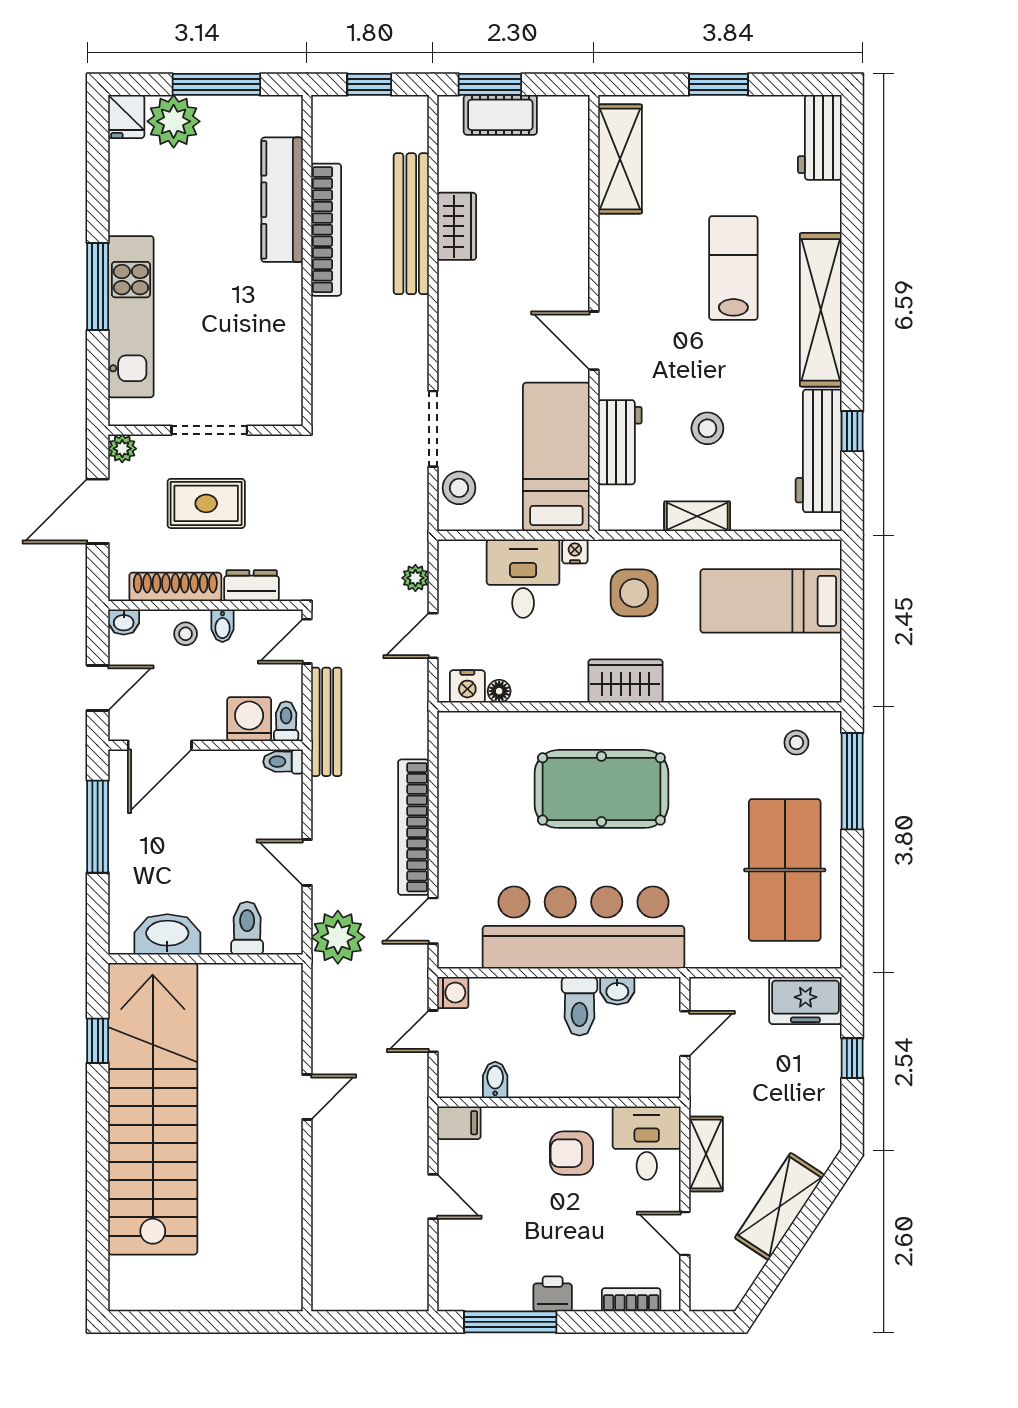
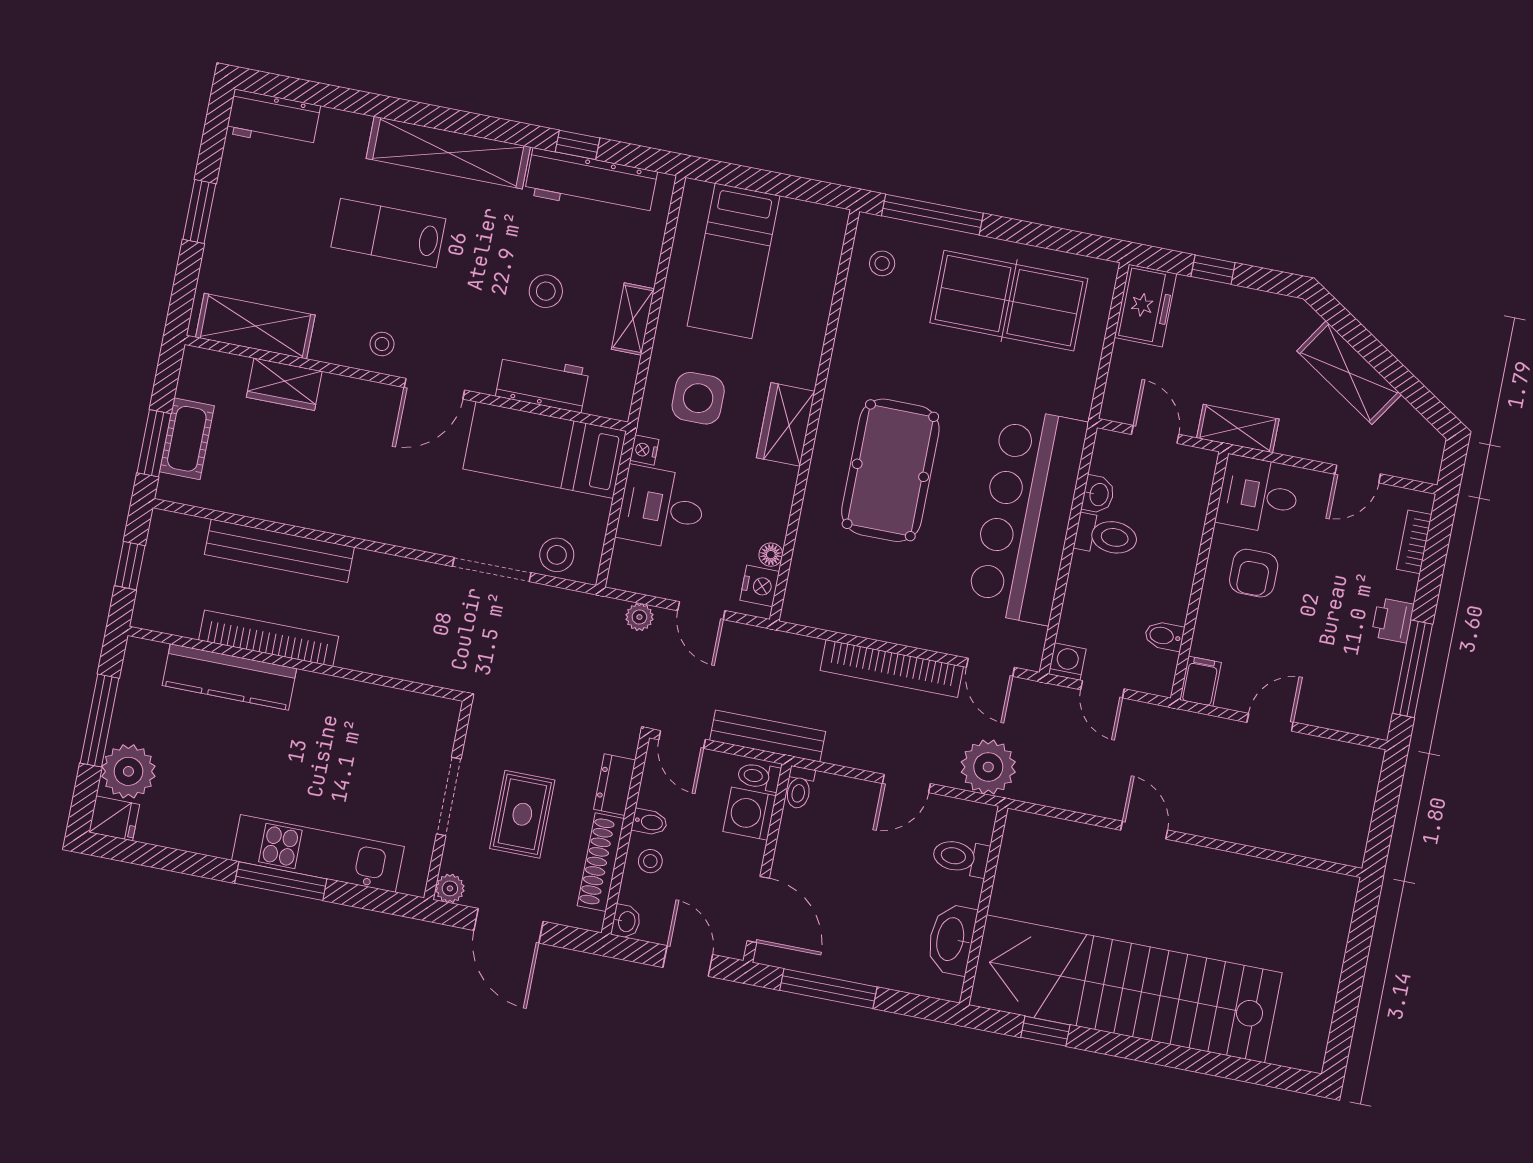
wardrobe: (457, 226) -> (284, 384), moved, turned 180
stool: (627, 283) -> (382, 344), added
shelving: (706, 1154) -> (1238, 428), moved

